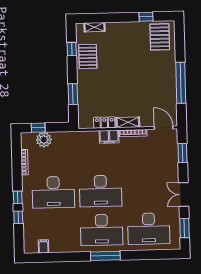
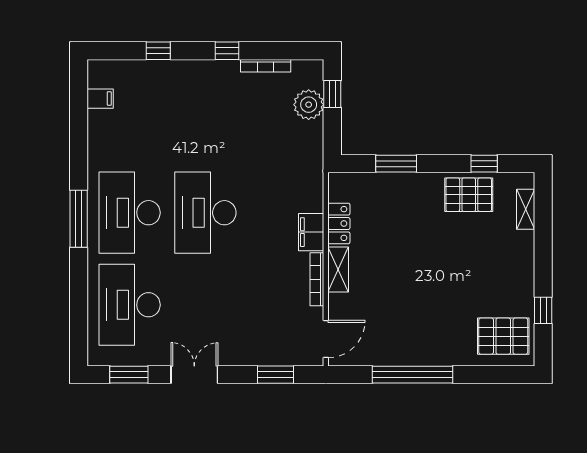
desk: (53, 192) -> (205, 121), removed
window: (18, 197) -> (227, 51), moved

